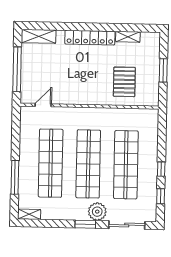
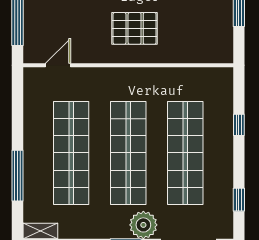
pallet: (124, 82) -> (135, 28), moved, turned 90
window: (161, 169) -> (239, 125), moved

